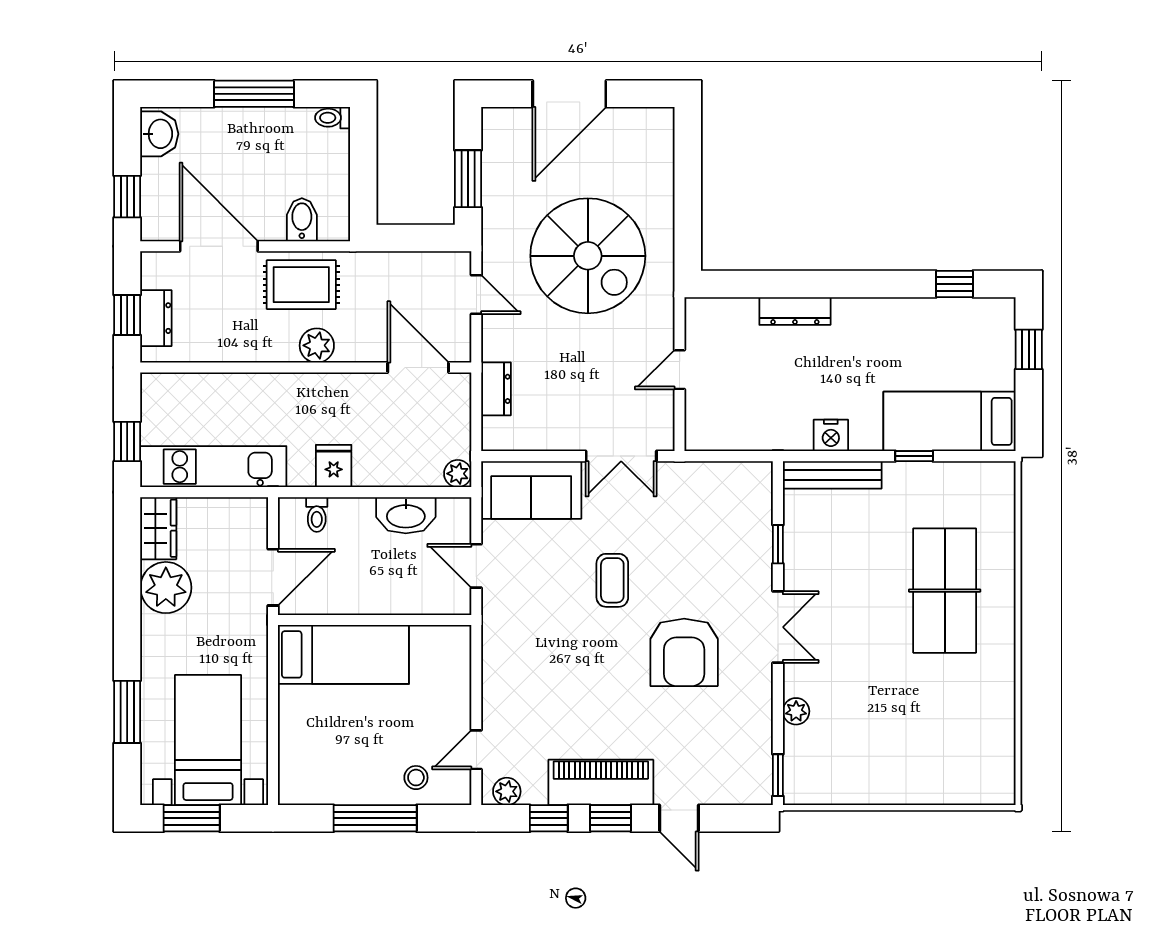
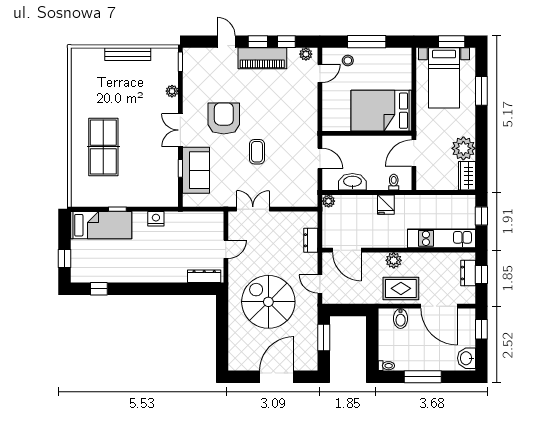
dresser: (795, 311) -> (204, 276), moved
kitchen unit: (213, 467) -> (442, 238), moved, turned 180
bench: (832, 475) -> (128, 54), moved
sofa: (531, 490) -> (196, 170), moved, turned 90
bed: (343, 654) -> (381, 111), width x1.50

